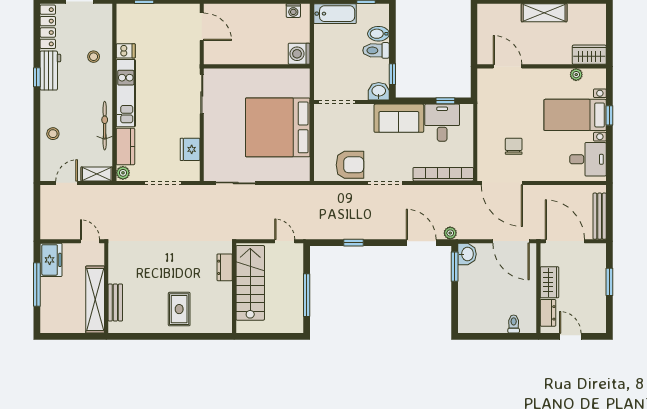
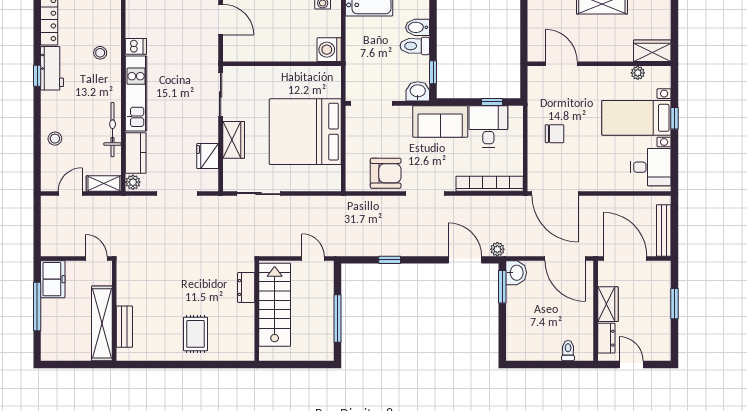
wardrobe: (213, 135) -> (234, 140), added
chair: (514, 146) -> (554, 134), moved, turned 90

